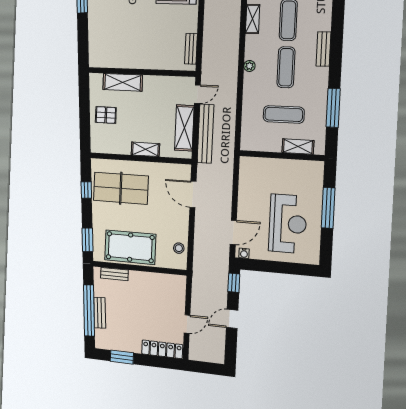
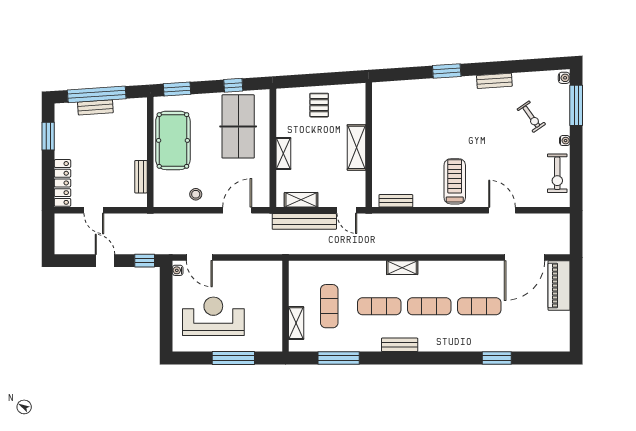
shelving: (253, 19) -> (402, 268), moved
plant: (249, 66) -> (379, 267), removed
shelving: (123, 82) -> (356, 147), moved
shelving: (184, 128) -> (301, 200), width x0.67, depth x0.75
reception desk: (288, 224) -> (213, 316), turned 180
stool: (179, 248) -> (196, 194), moved
bench: (114, 274) -> (141, 177), moved

